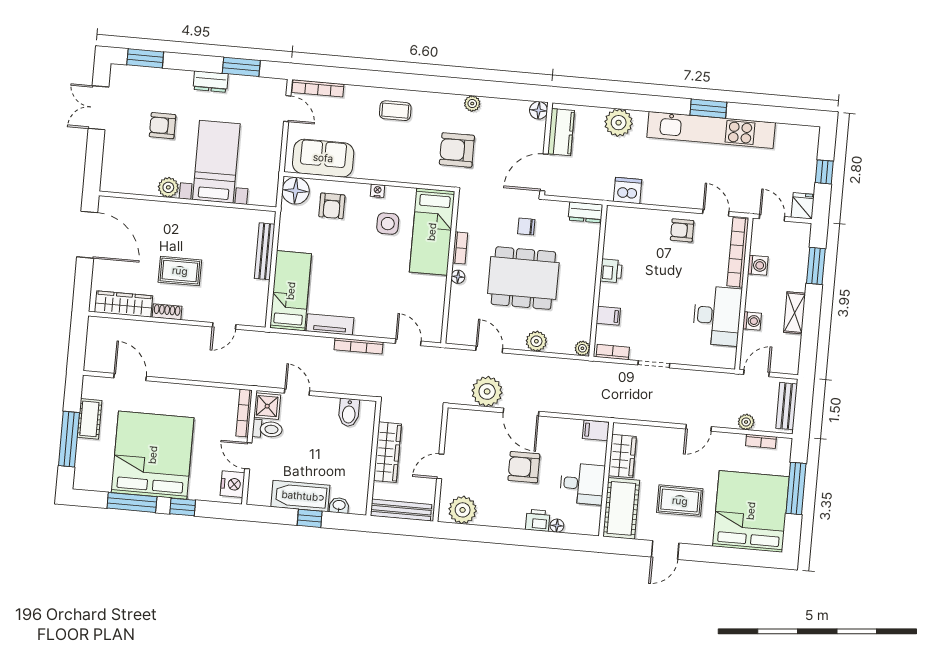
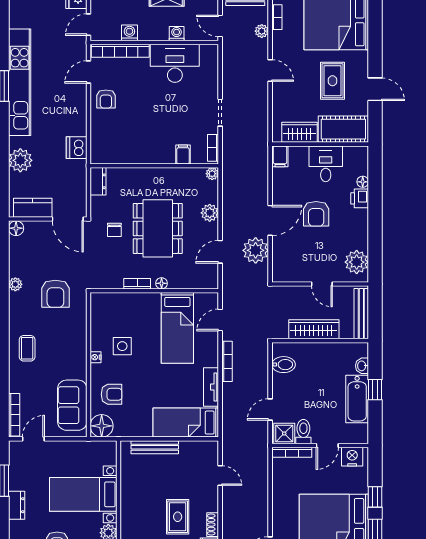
bed: (432, 232) -> (177, 328), moved, turned 90
printer: (611, 271) -> (145, 155), removed

